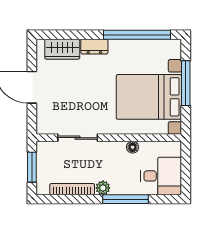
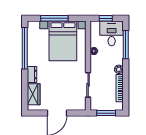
window: (186, 167) -> (106, 18), added
window: (125, 199) -> (126, 45), moved

